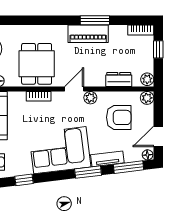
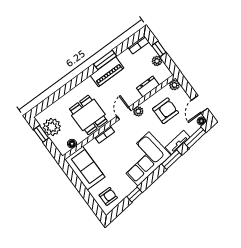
plant: (147, 79) -> (157, 61), moved

